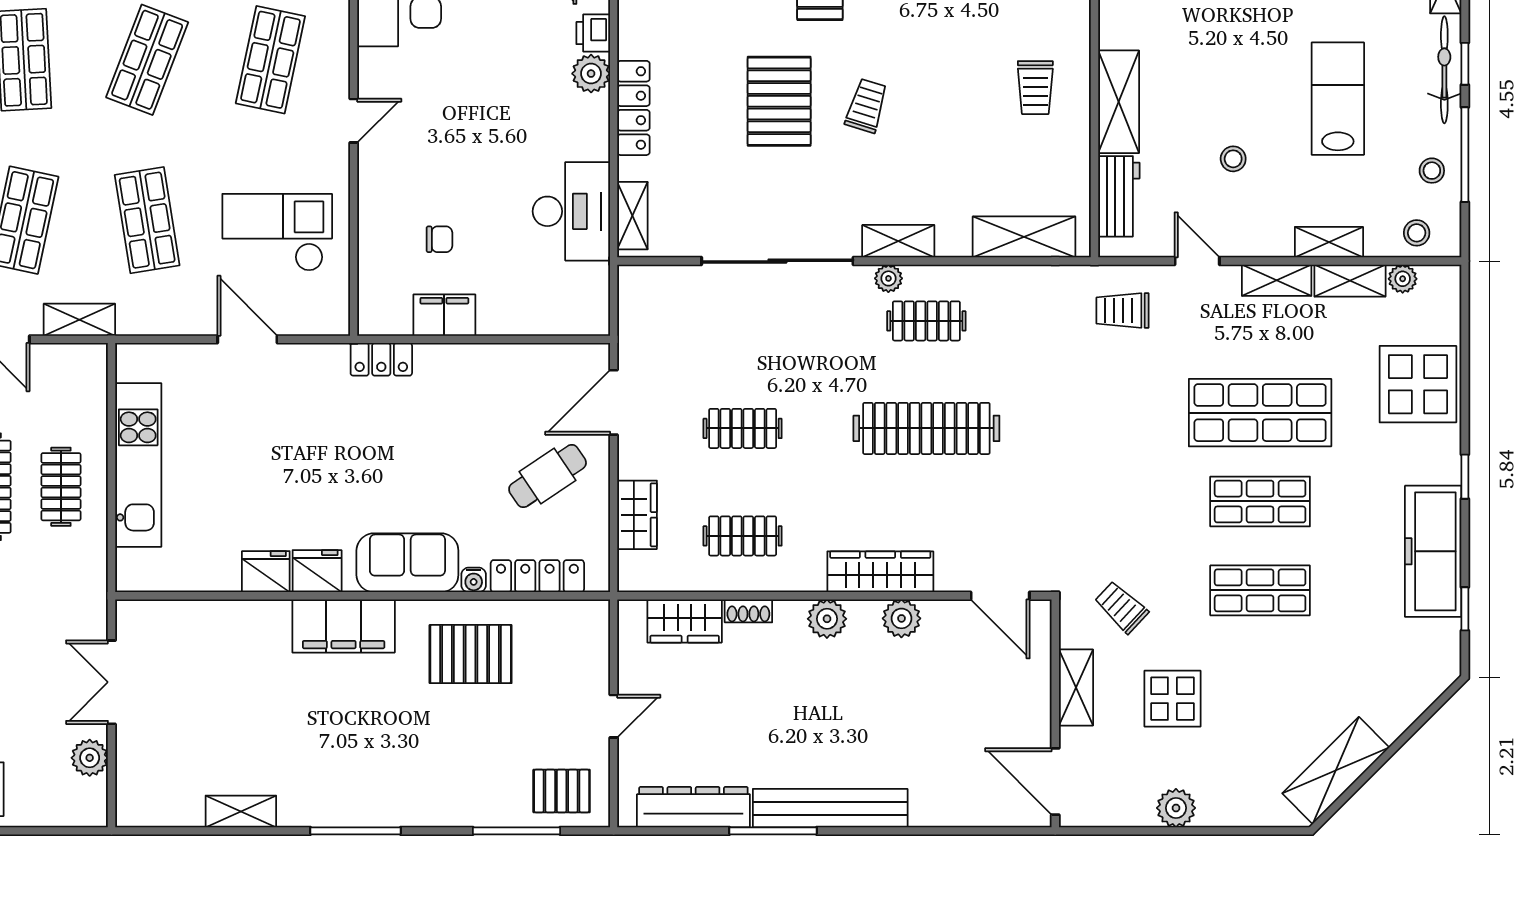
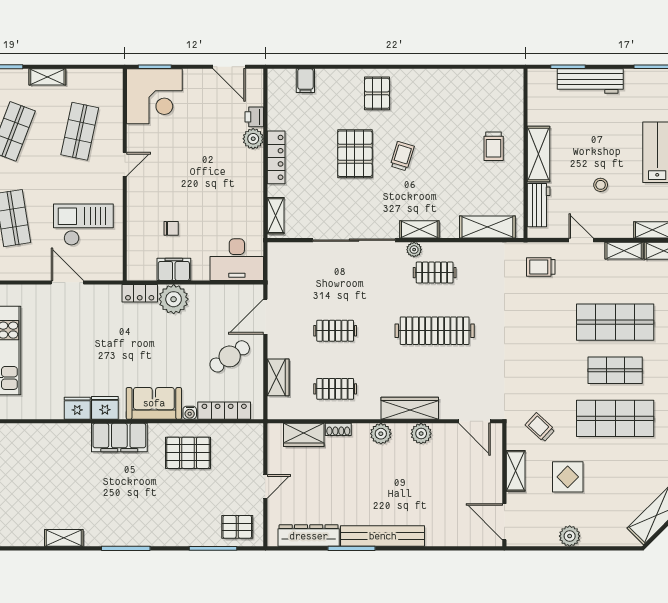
desk: (571, 211) -> (237, 260), moved, turned 90
plant: (444, 370) -> (174, 299), added
shop shelf: (1260, 590) -> (615, 418), width x1.43, depth x1.36

